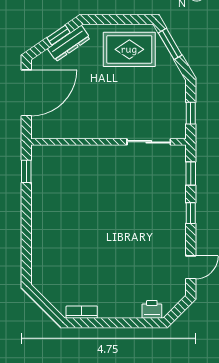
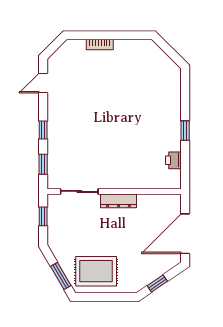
dresser: (69, 43) -> (118, 201), moved, turned -145
window: (26, 171) -> (185, 131), moved
printer: (152, 309) -> (173, 160), moved, turned 90
bookcase: (82, 312) -> (100, 45), moved

